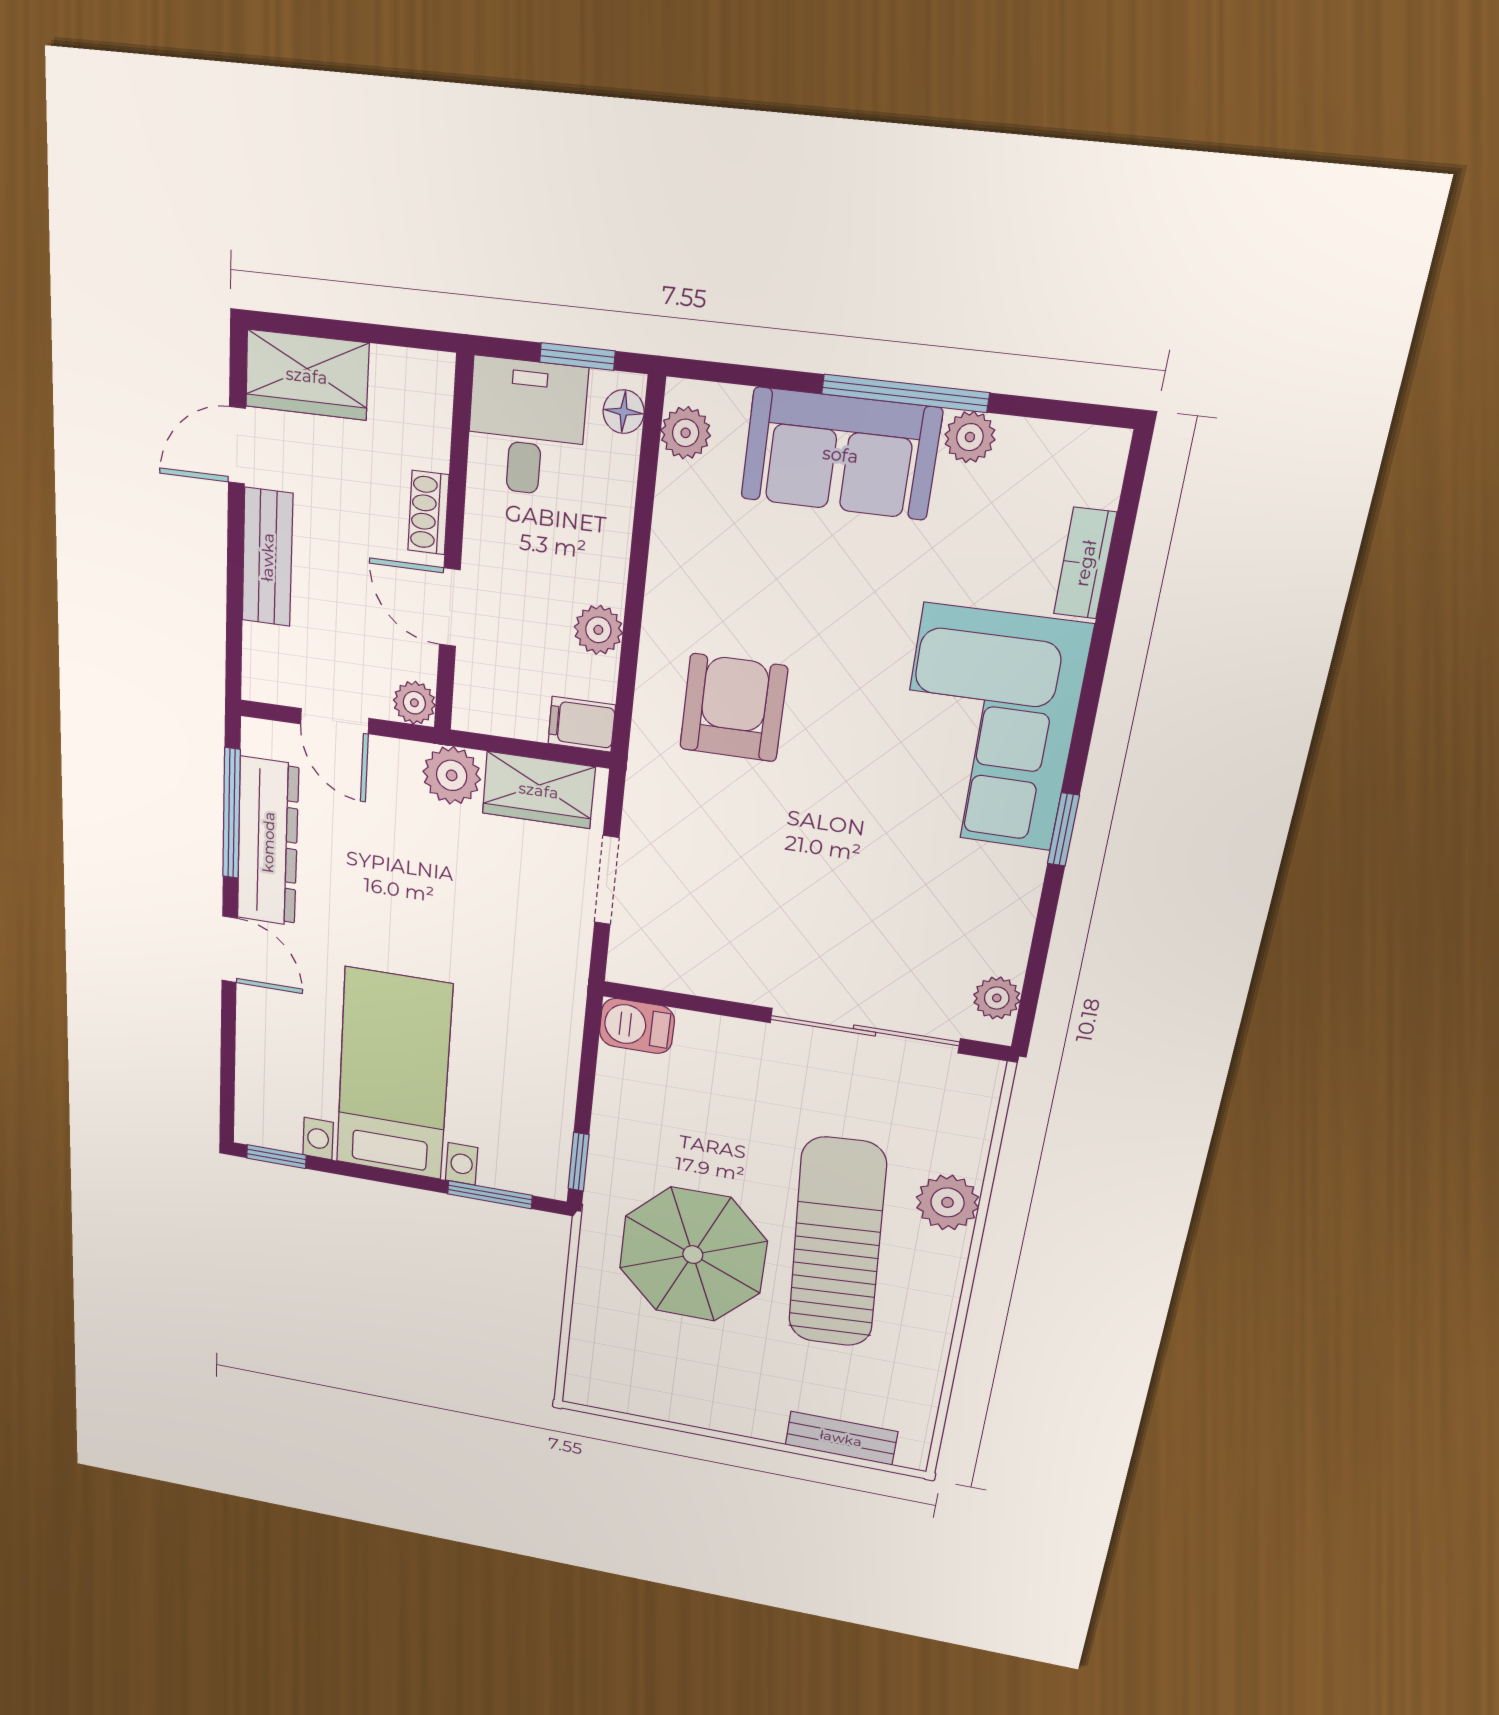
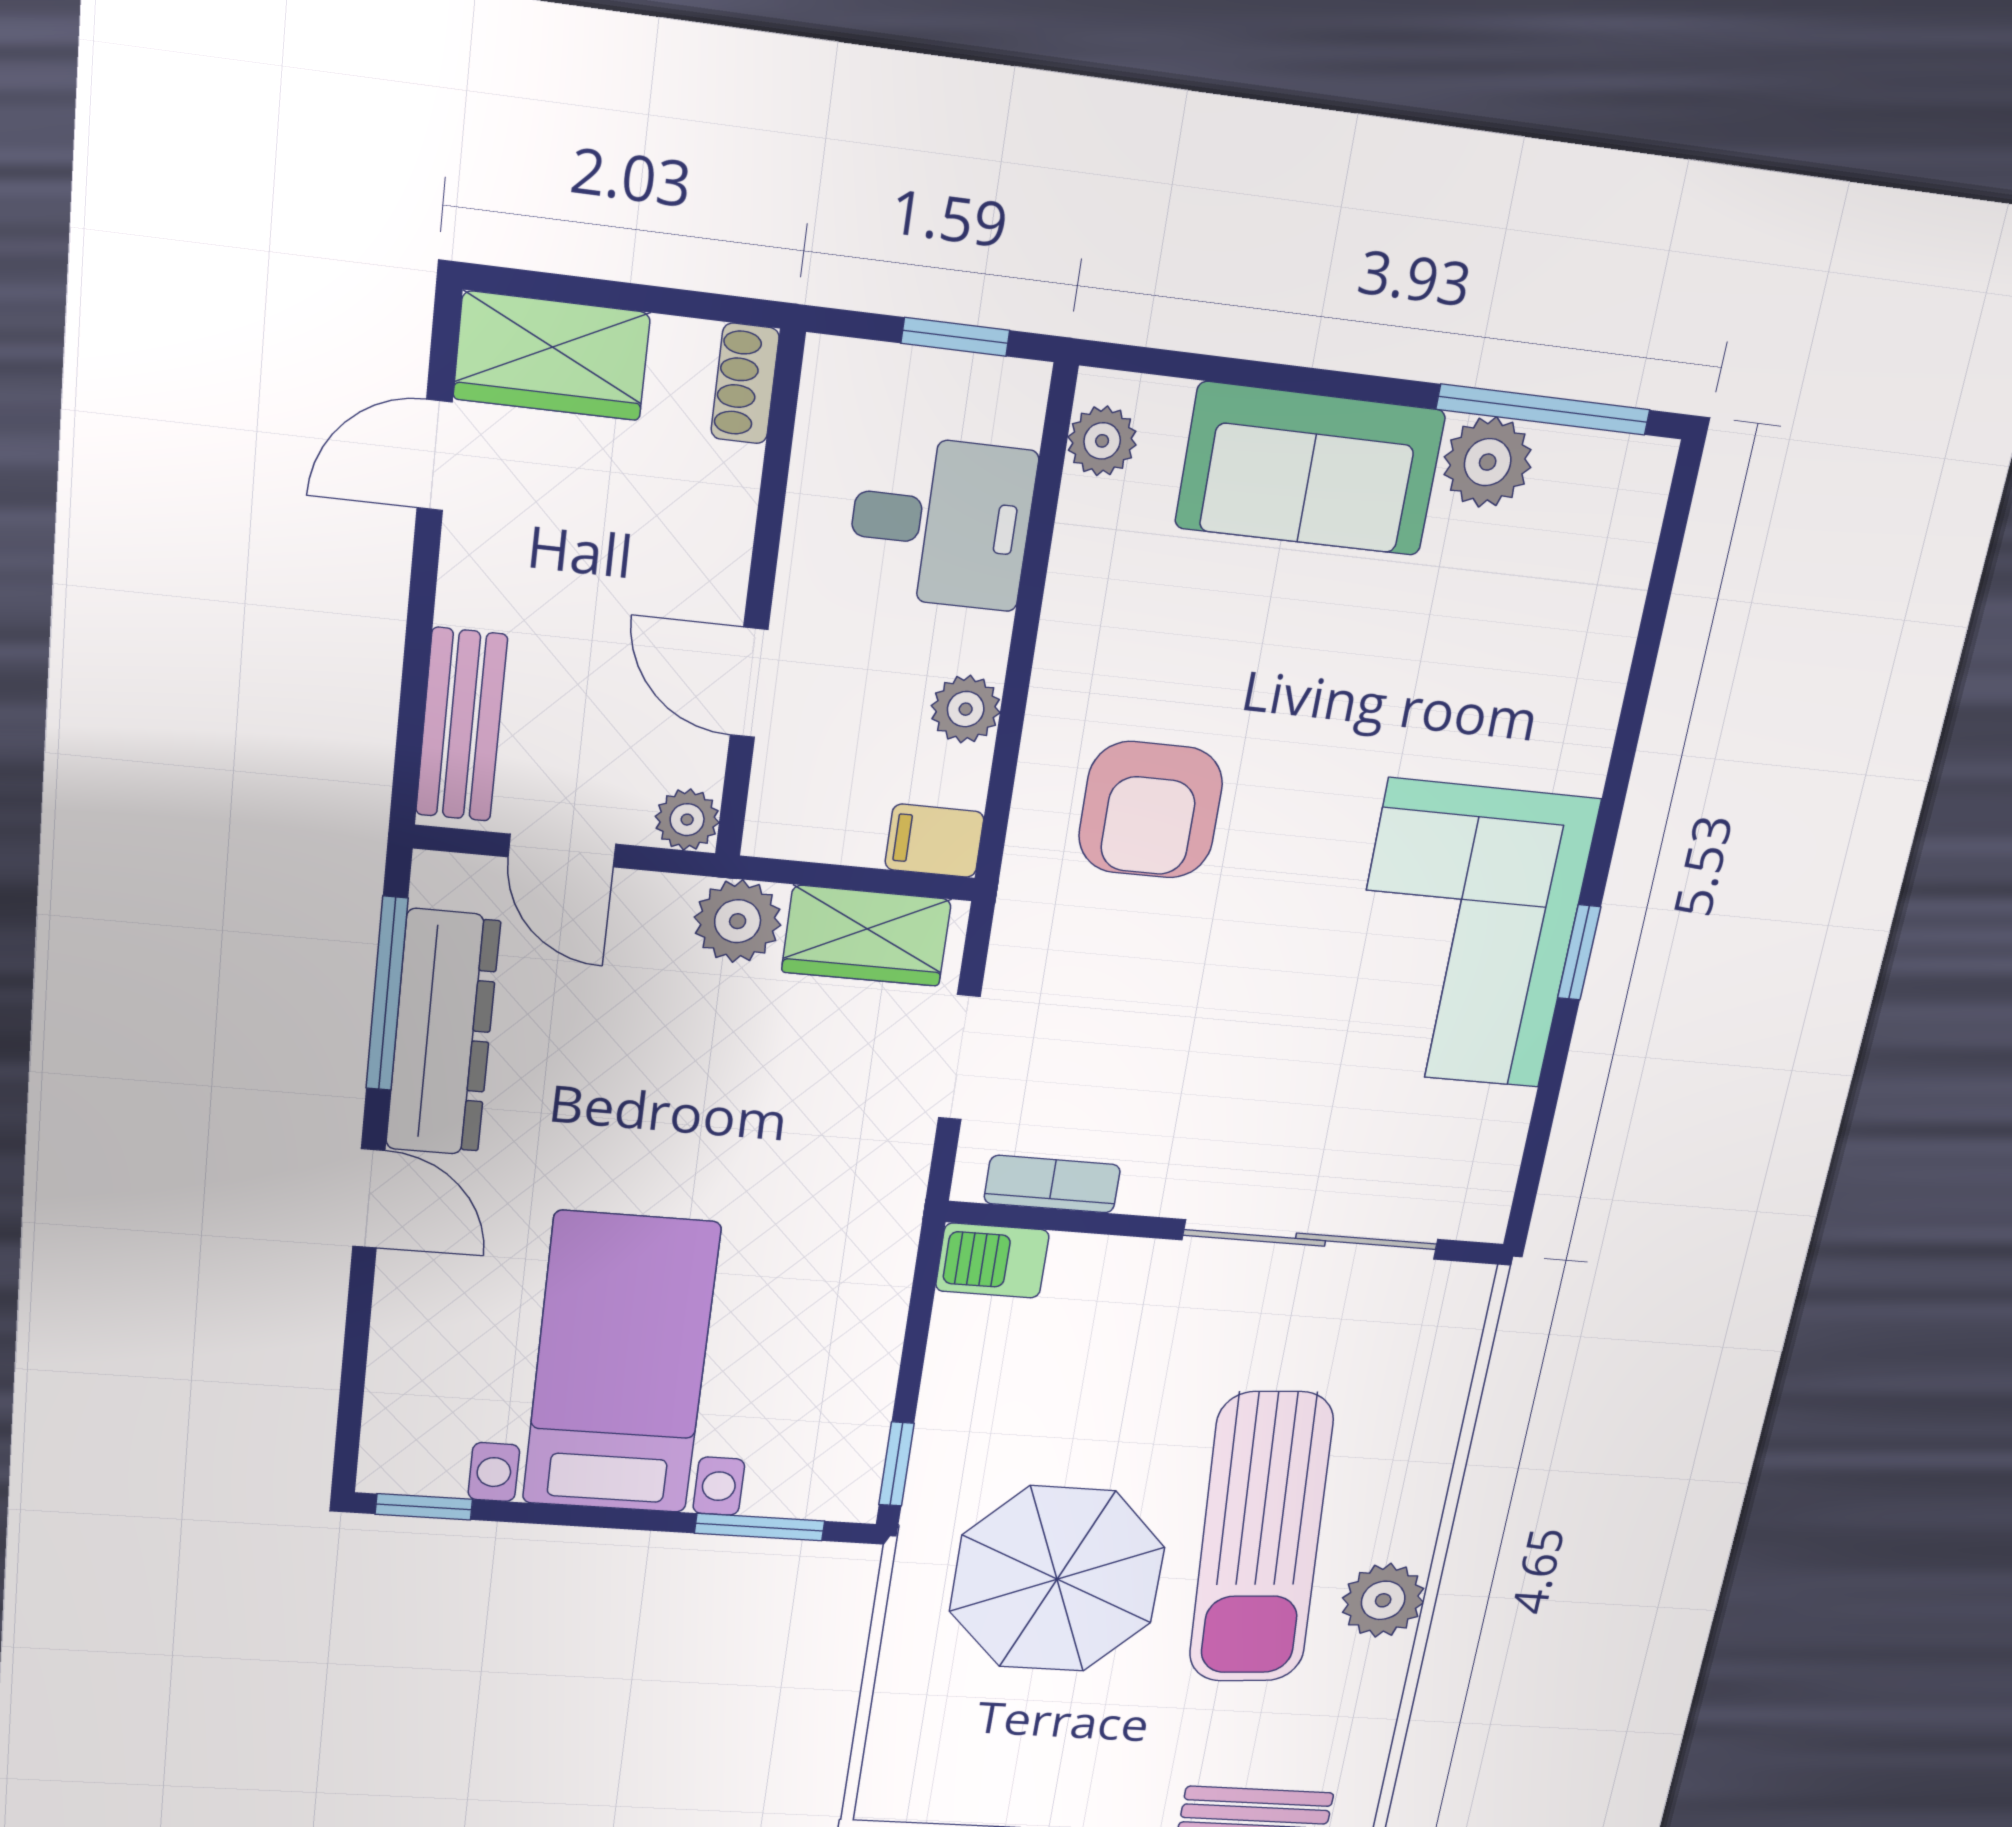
window: (905, 393) -> (1543, 409), moved
floor lamp: (624, 412) -> (1017, 412), removed
desk: (526, 427) -> (941, 522), moved, turned 90
plant: (970, 437) -> (1488, 462), width x1.38, depth x1.38
shoe rack: (428, 513) -> (745, 384), moved
bench: (267, 557) -> (461, 725), moved
bookcase: (1085, 563) -> (1052, 1184), moved, turned 90
armchair: (733, 708) -> (1151, 810), turned 180
corner sofa: (988, 728) -> (1465, 935), moved
plant: (997, 998) -> (1487, 1181), removed
plant: (948, 1202) -> (1383, 1600), moved
sun lounger: (837, 1243) -> (1261, 1539), turned 180

